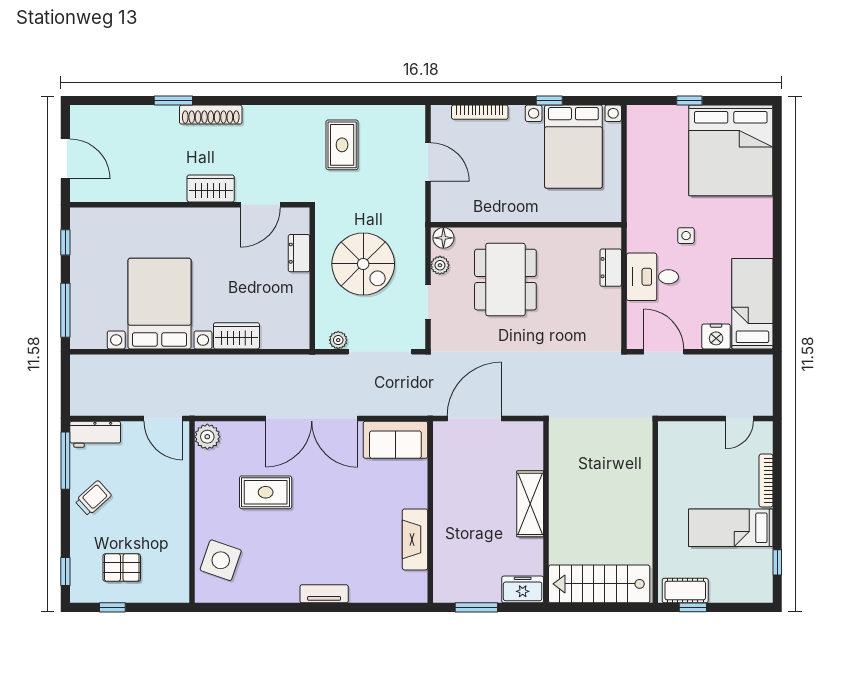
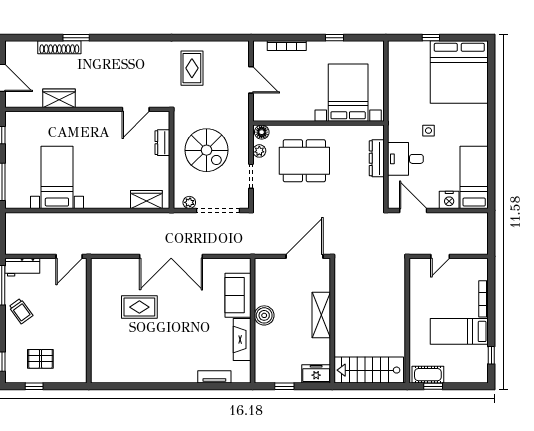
shoe rack: (211, 115) -> (59, 47), moved
bed with nightstands: (573, 147) -> (348, 93), moved, turned 180
wardrobe: (211, 188) -> (59, 98), moved
dresser: (611, 268) -> (377, 158), width x1.44
dining table: (505, 280) -> (304, 161), turned 90
bed with nightstands: (160, 304) -> (57, 177), width x0.73
wardrobe: (236, 336) -> (146, 199), moved
door: (163, 419) -> (69, 256), hinge flipped
door: (474, 419) -> (305, 256), moved
door: (739, 419) -> (440, 256), moved
plant: (207, 437) -> (99, 269), removed
sofa: (395, 440) -> (238, 295), moved, turned 90
trolley: (93, 498) -> (21, 311), turned 96
boiler: (447, 504) -> (264, 315), added
side table: (221, 560) -> (109, 354), removed
tv unit: (324, 594) -> (214, 377), moved
window: (476, 607) -> (284, 386), width x0.67

